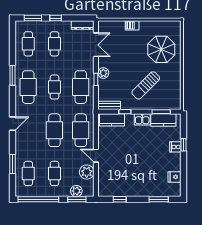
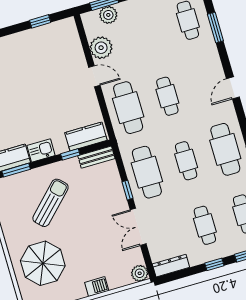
double door: (96, 45) -> (138, 227), moved
plant: (103, 73) -> (140, 273), moved
cafe table: (54, 130) -> (167, 96), width x0.73, depth x0.74
cafe table: (54, 173) -> (149, 32), removed

